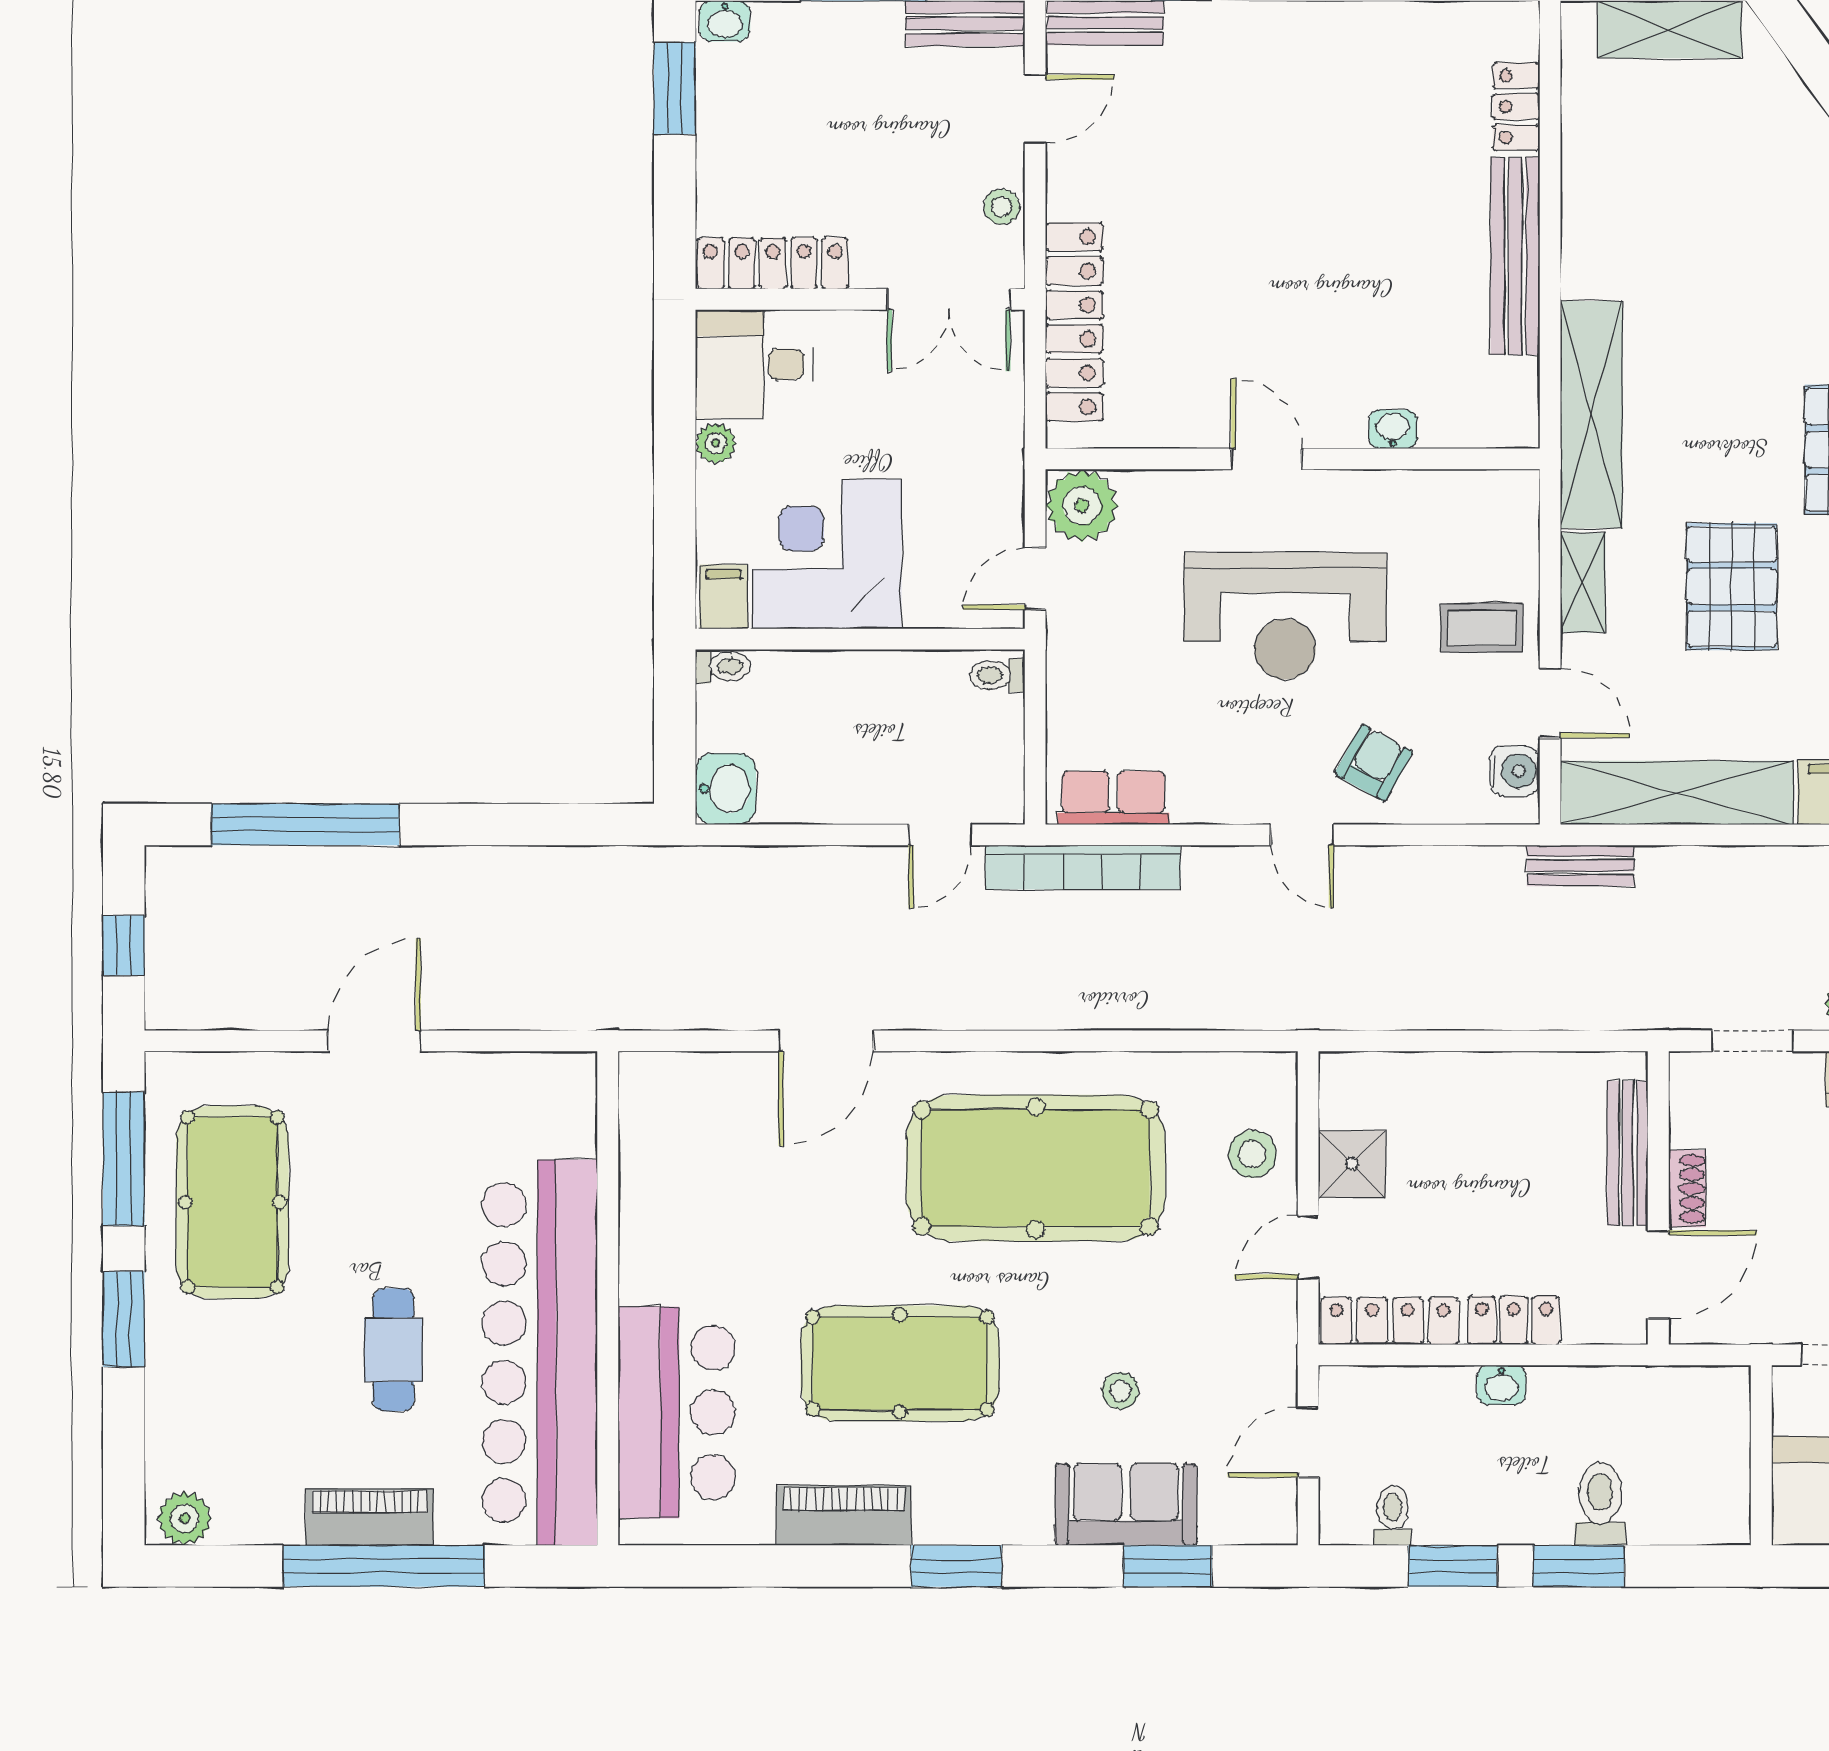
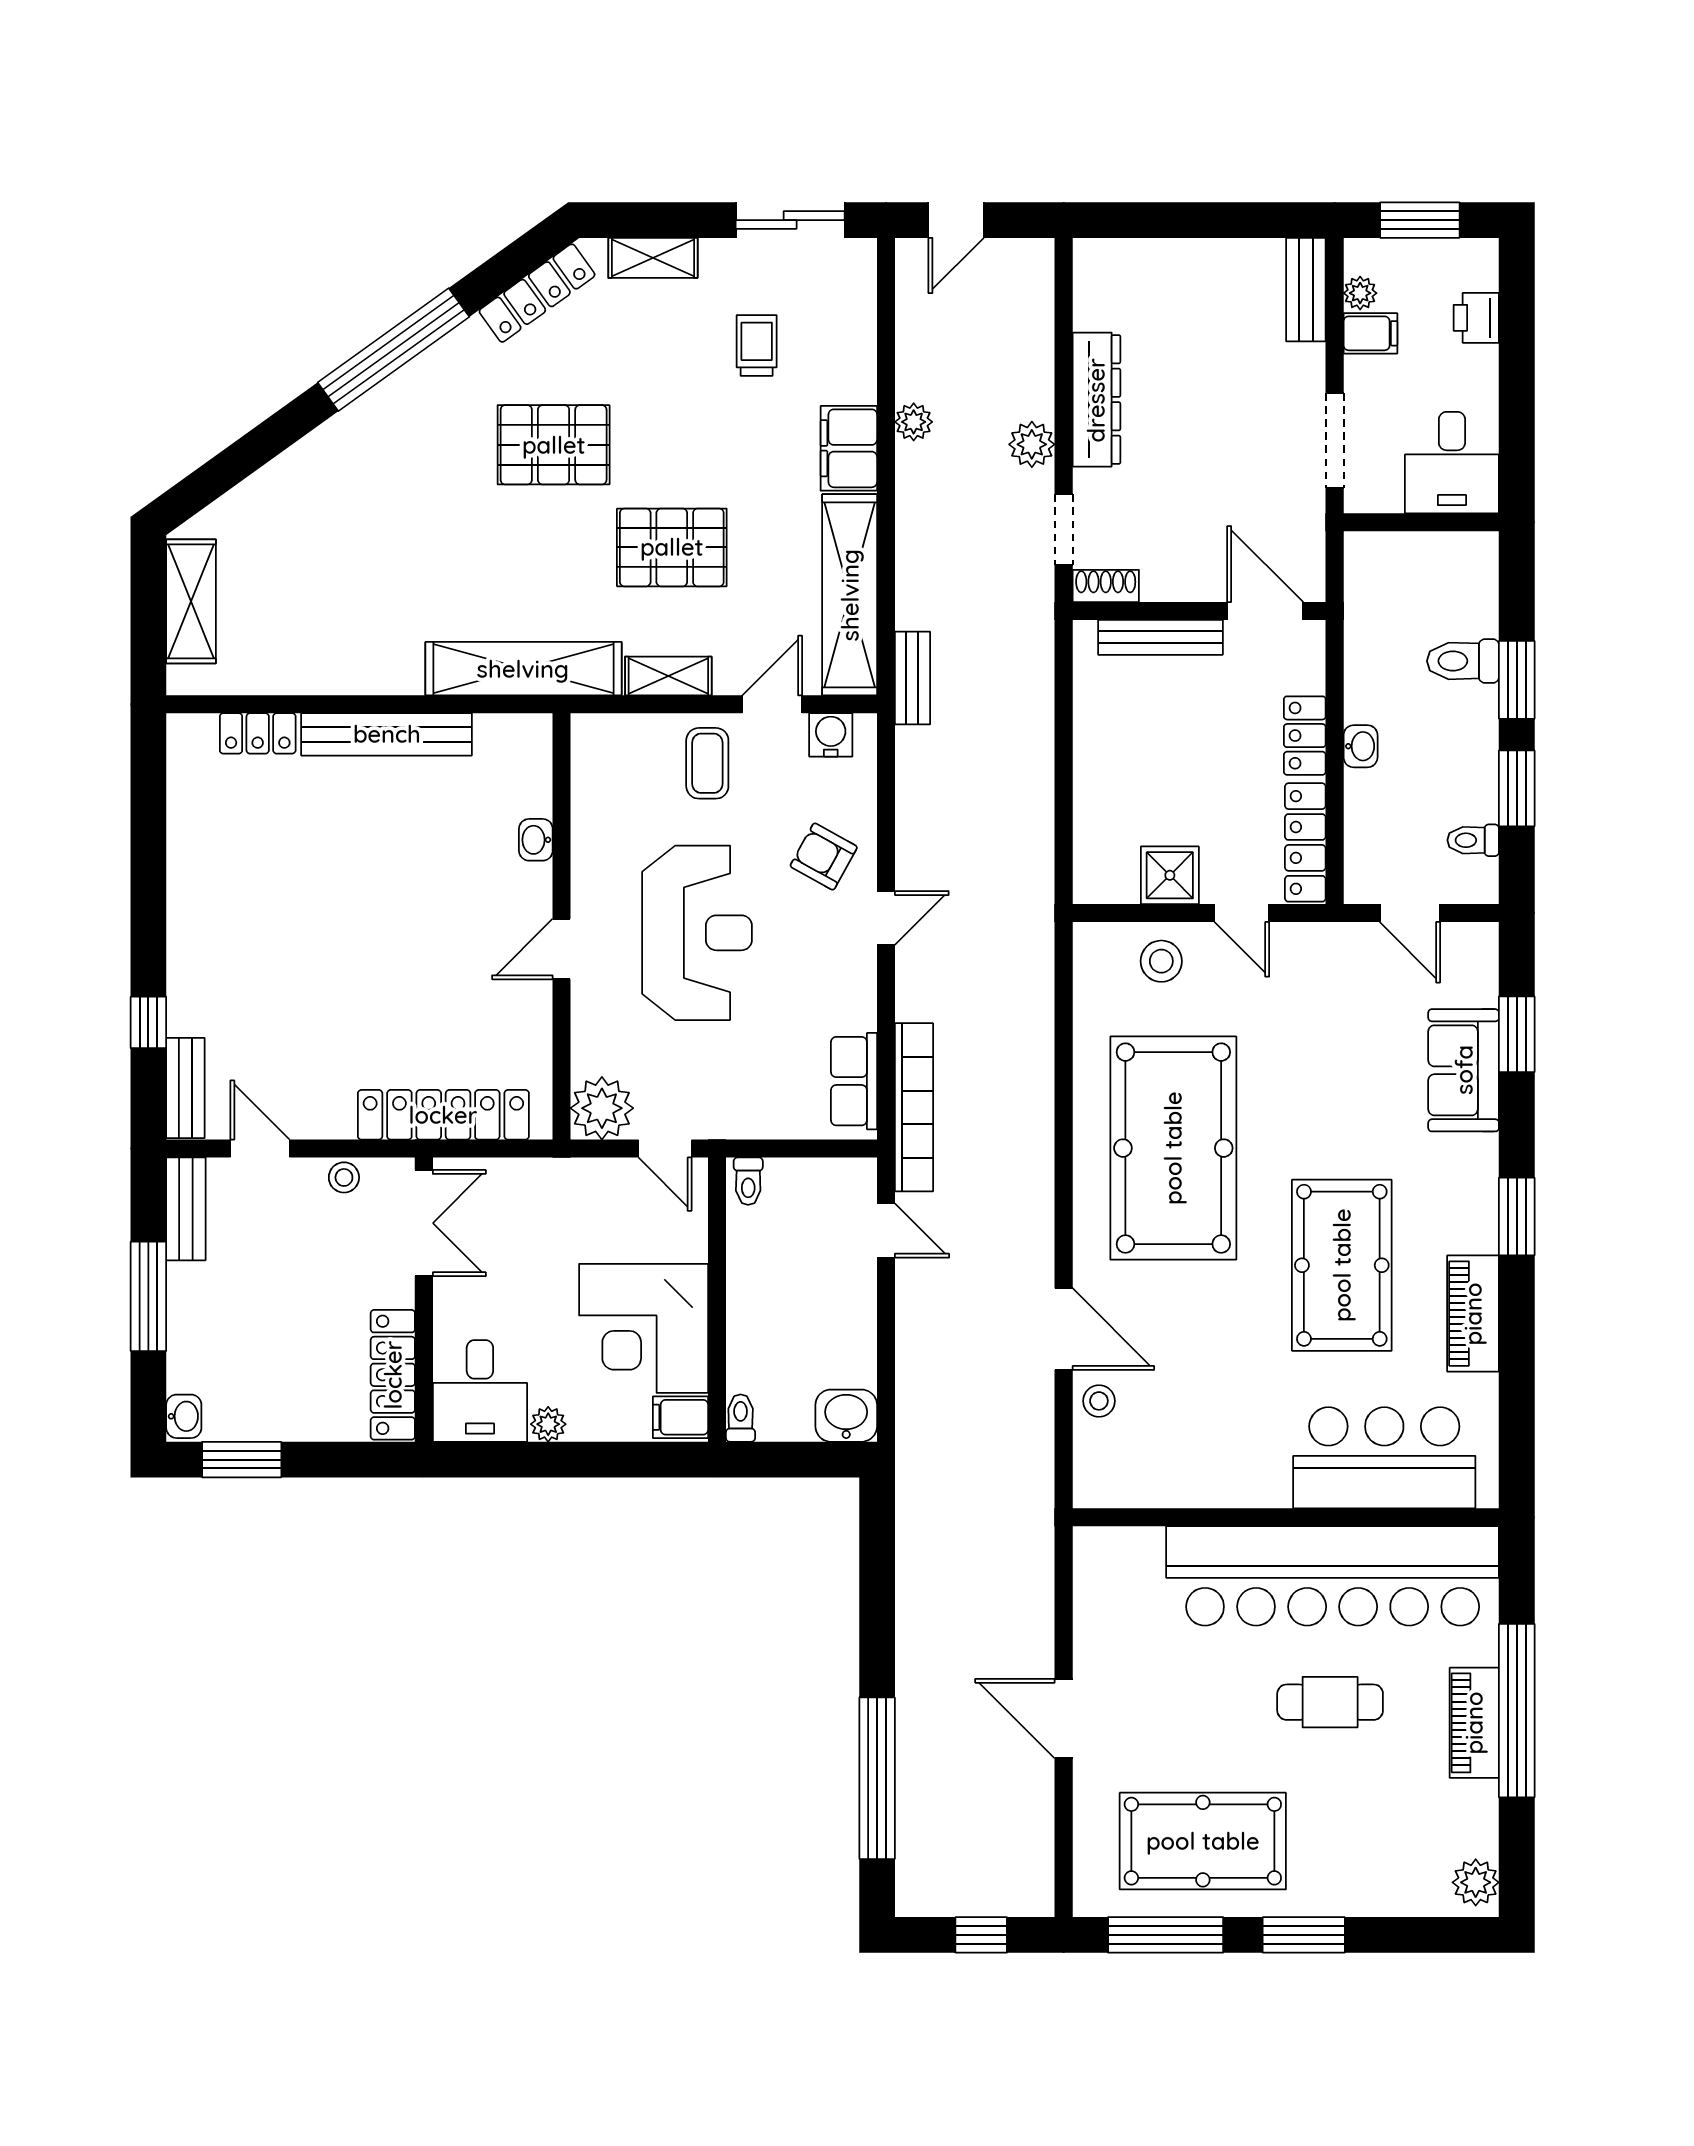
shoe rack: (1687, 1189) -> (1106, 586), moved
stool: (1120, 1391) -> (1099, 1401), moved

